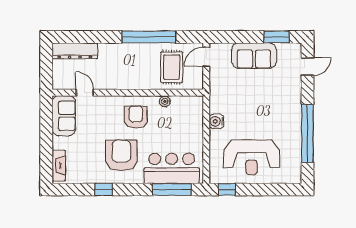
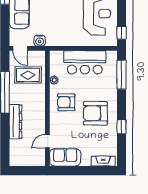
dresser: (75, 51) -> (15, 122), moved
water cooler: (216, 121) -> (40, 41), moved
bar counter: (172, 168) -> (85, 62), moved, turned -90

